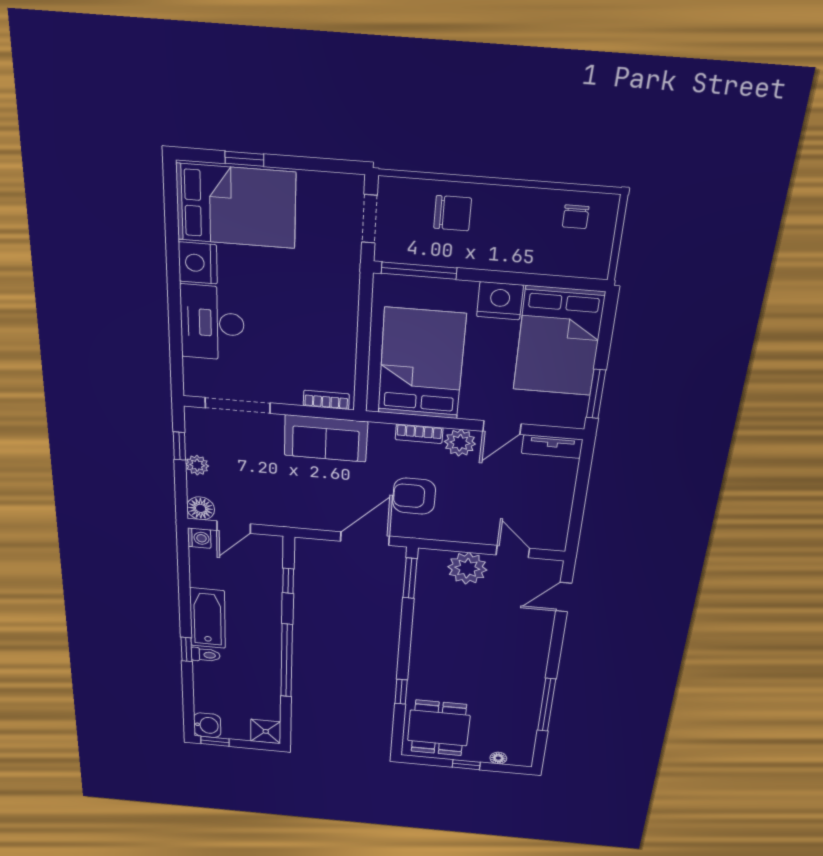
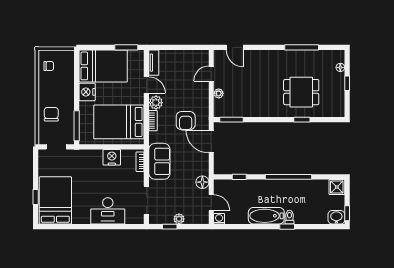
nightstand: (198, 263) -> (112, 157), moved, turned 180
floor lamp: (201, 508) -> (202, 182), moved
plant: (467, 568) -> (219, 93), width x0.53, depth x0.53
dining table: (439, 728) -> (301, 92), moved

